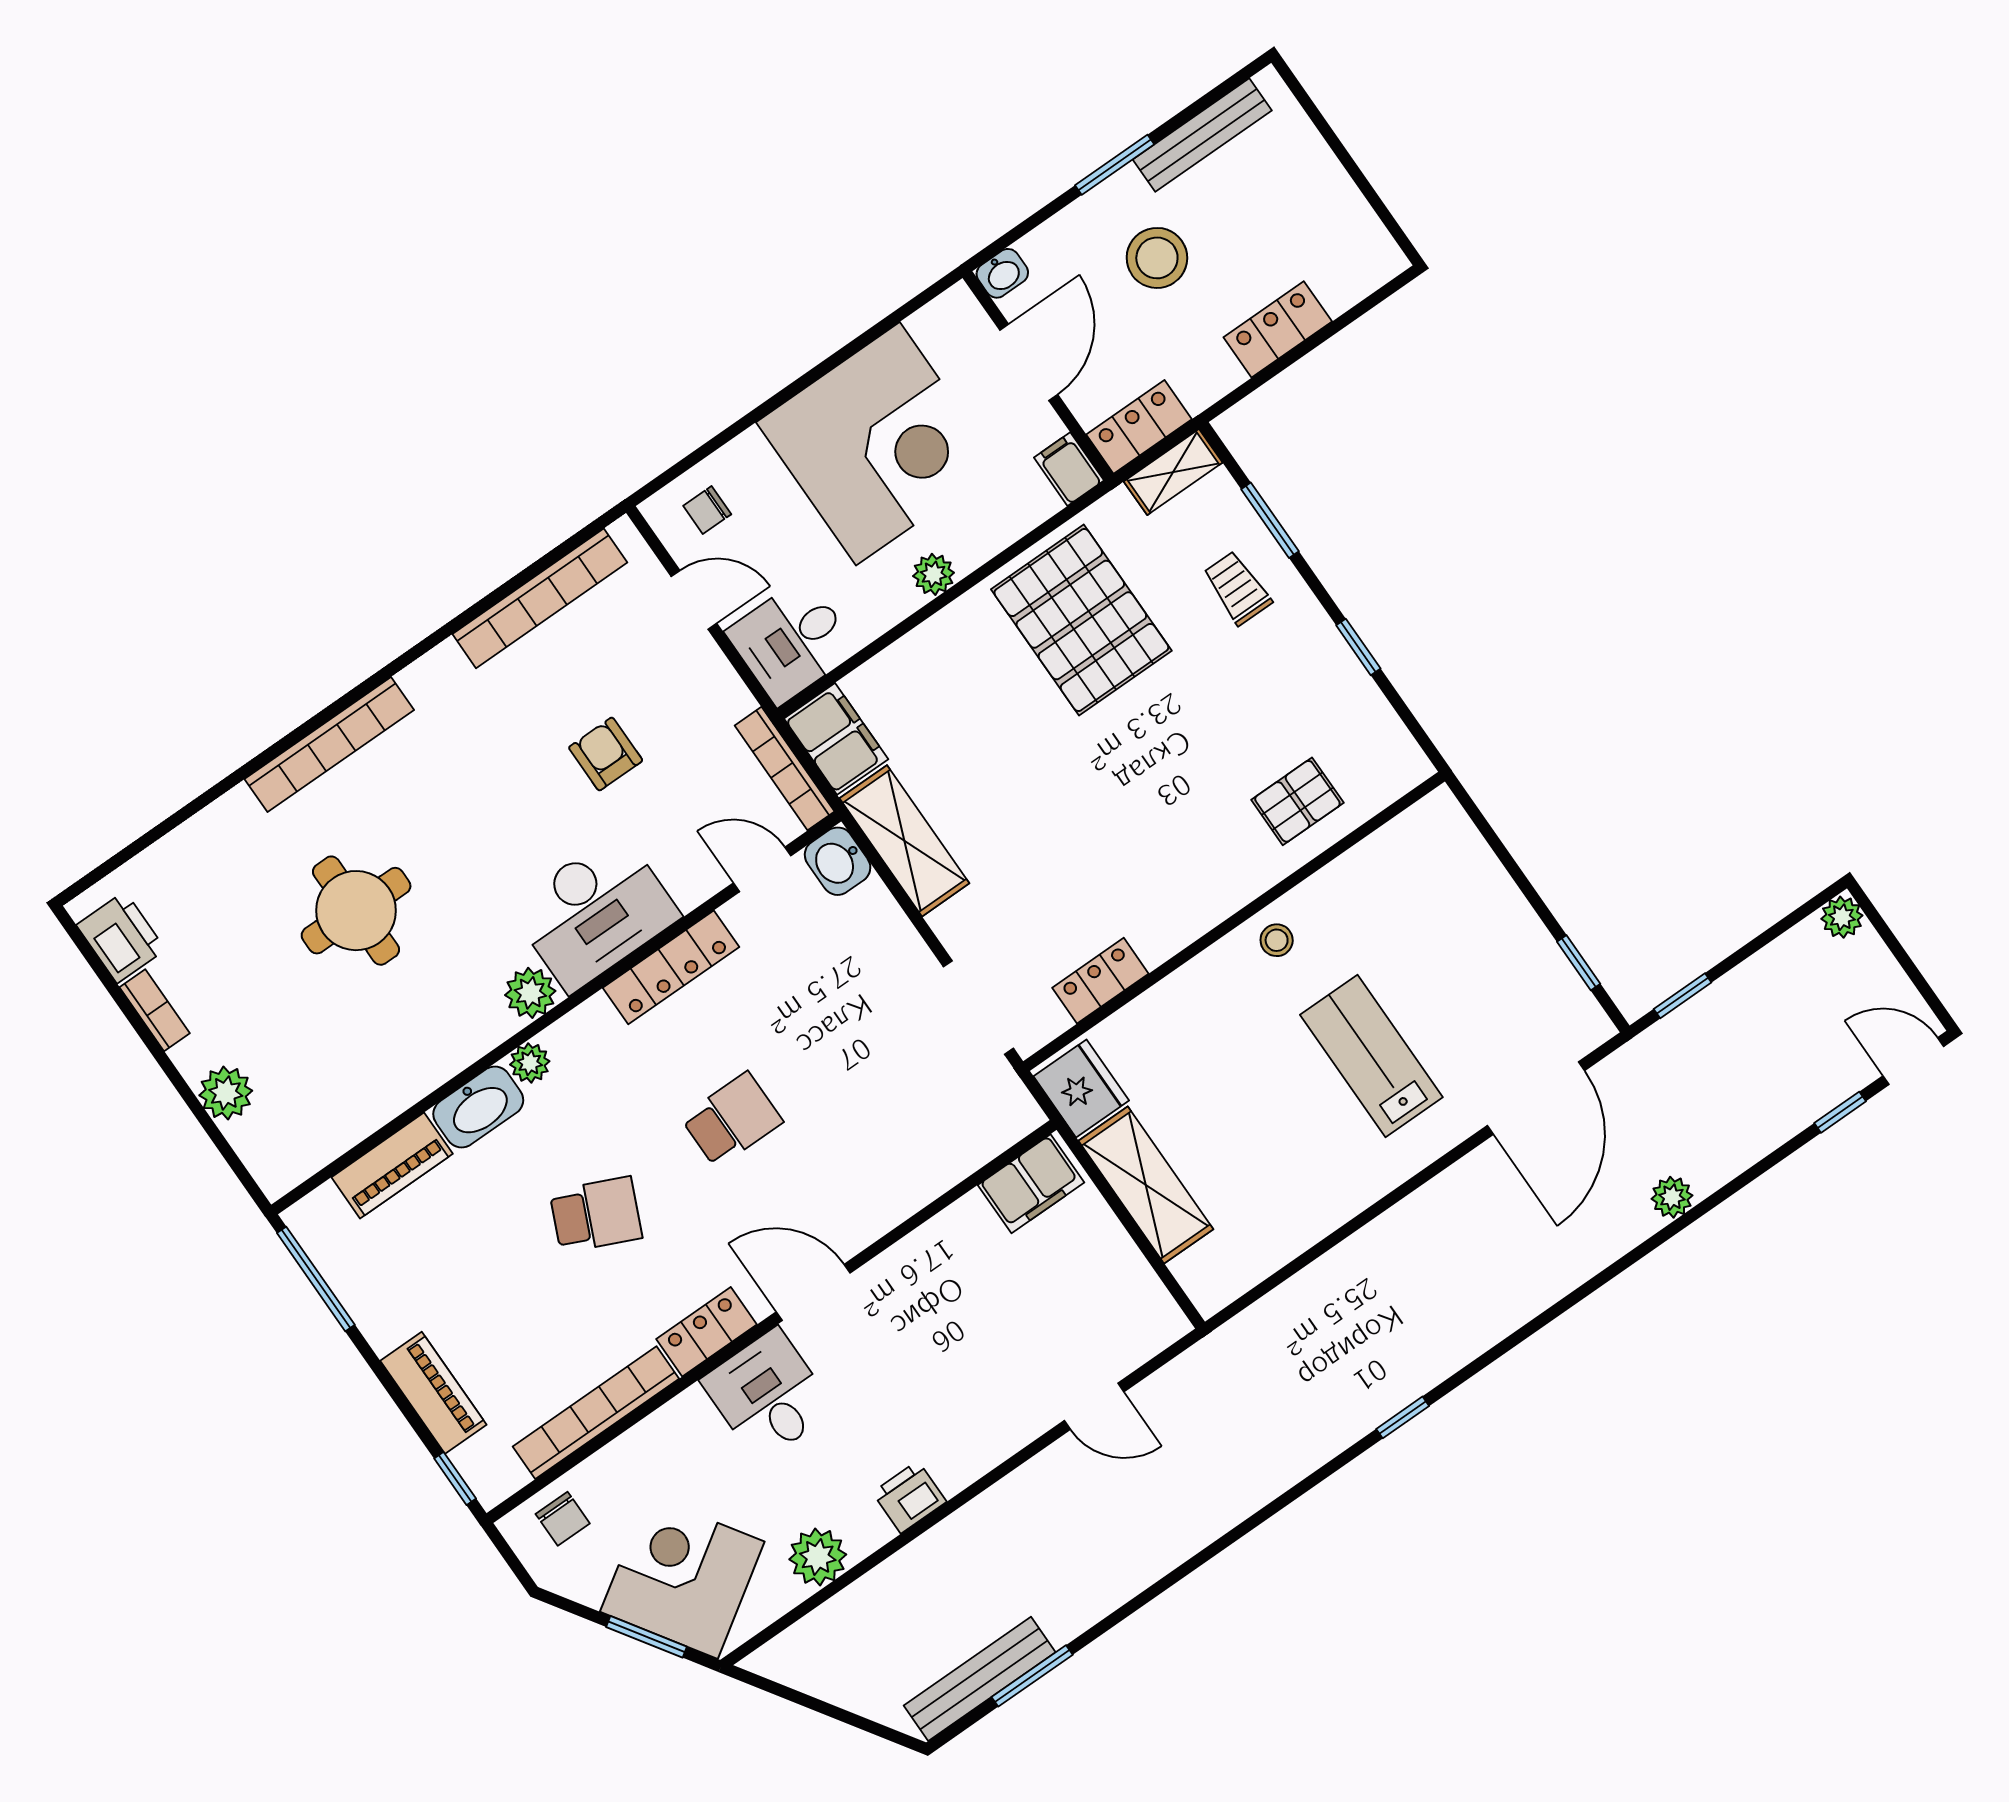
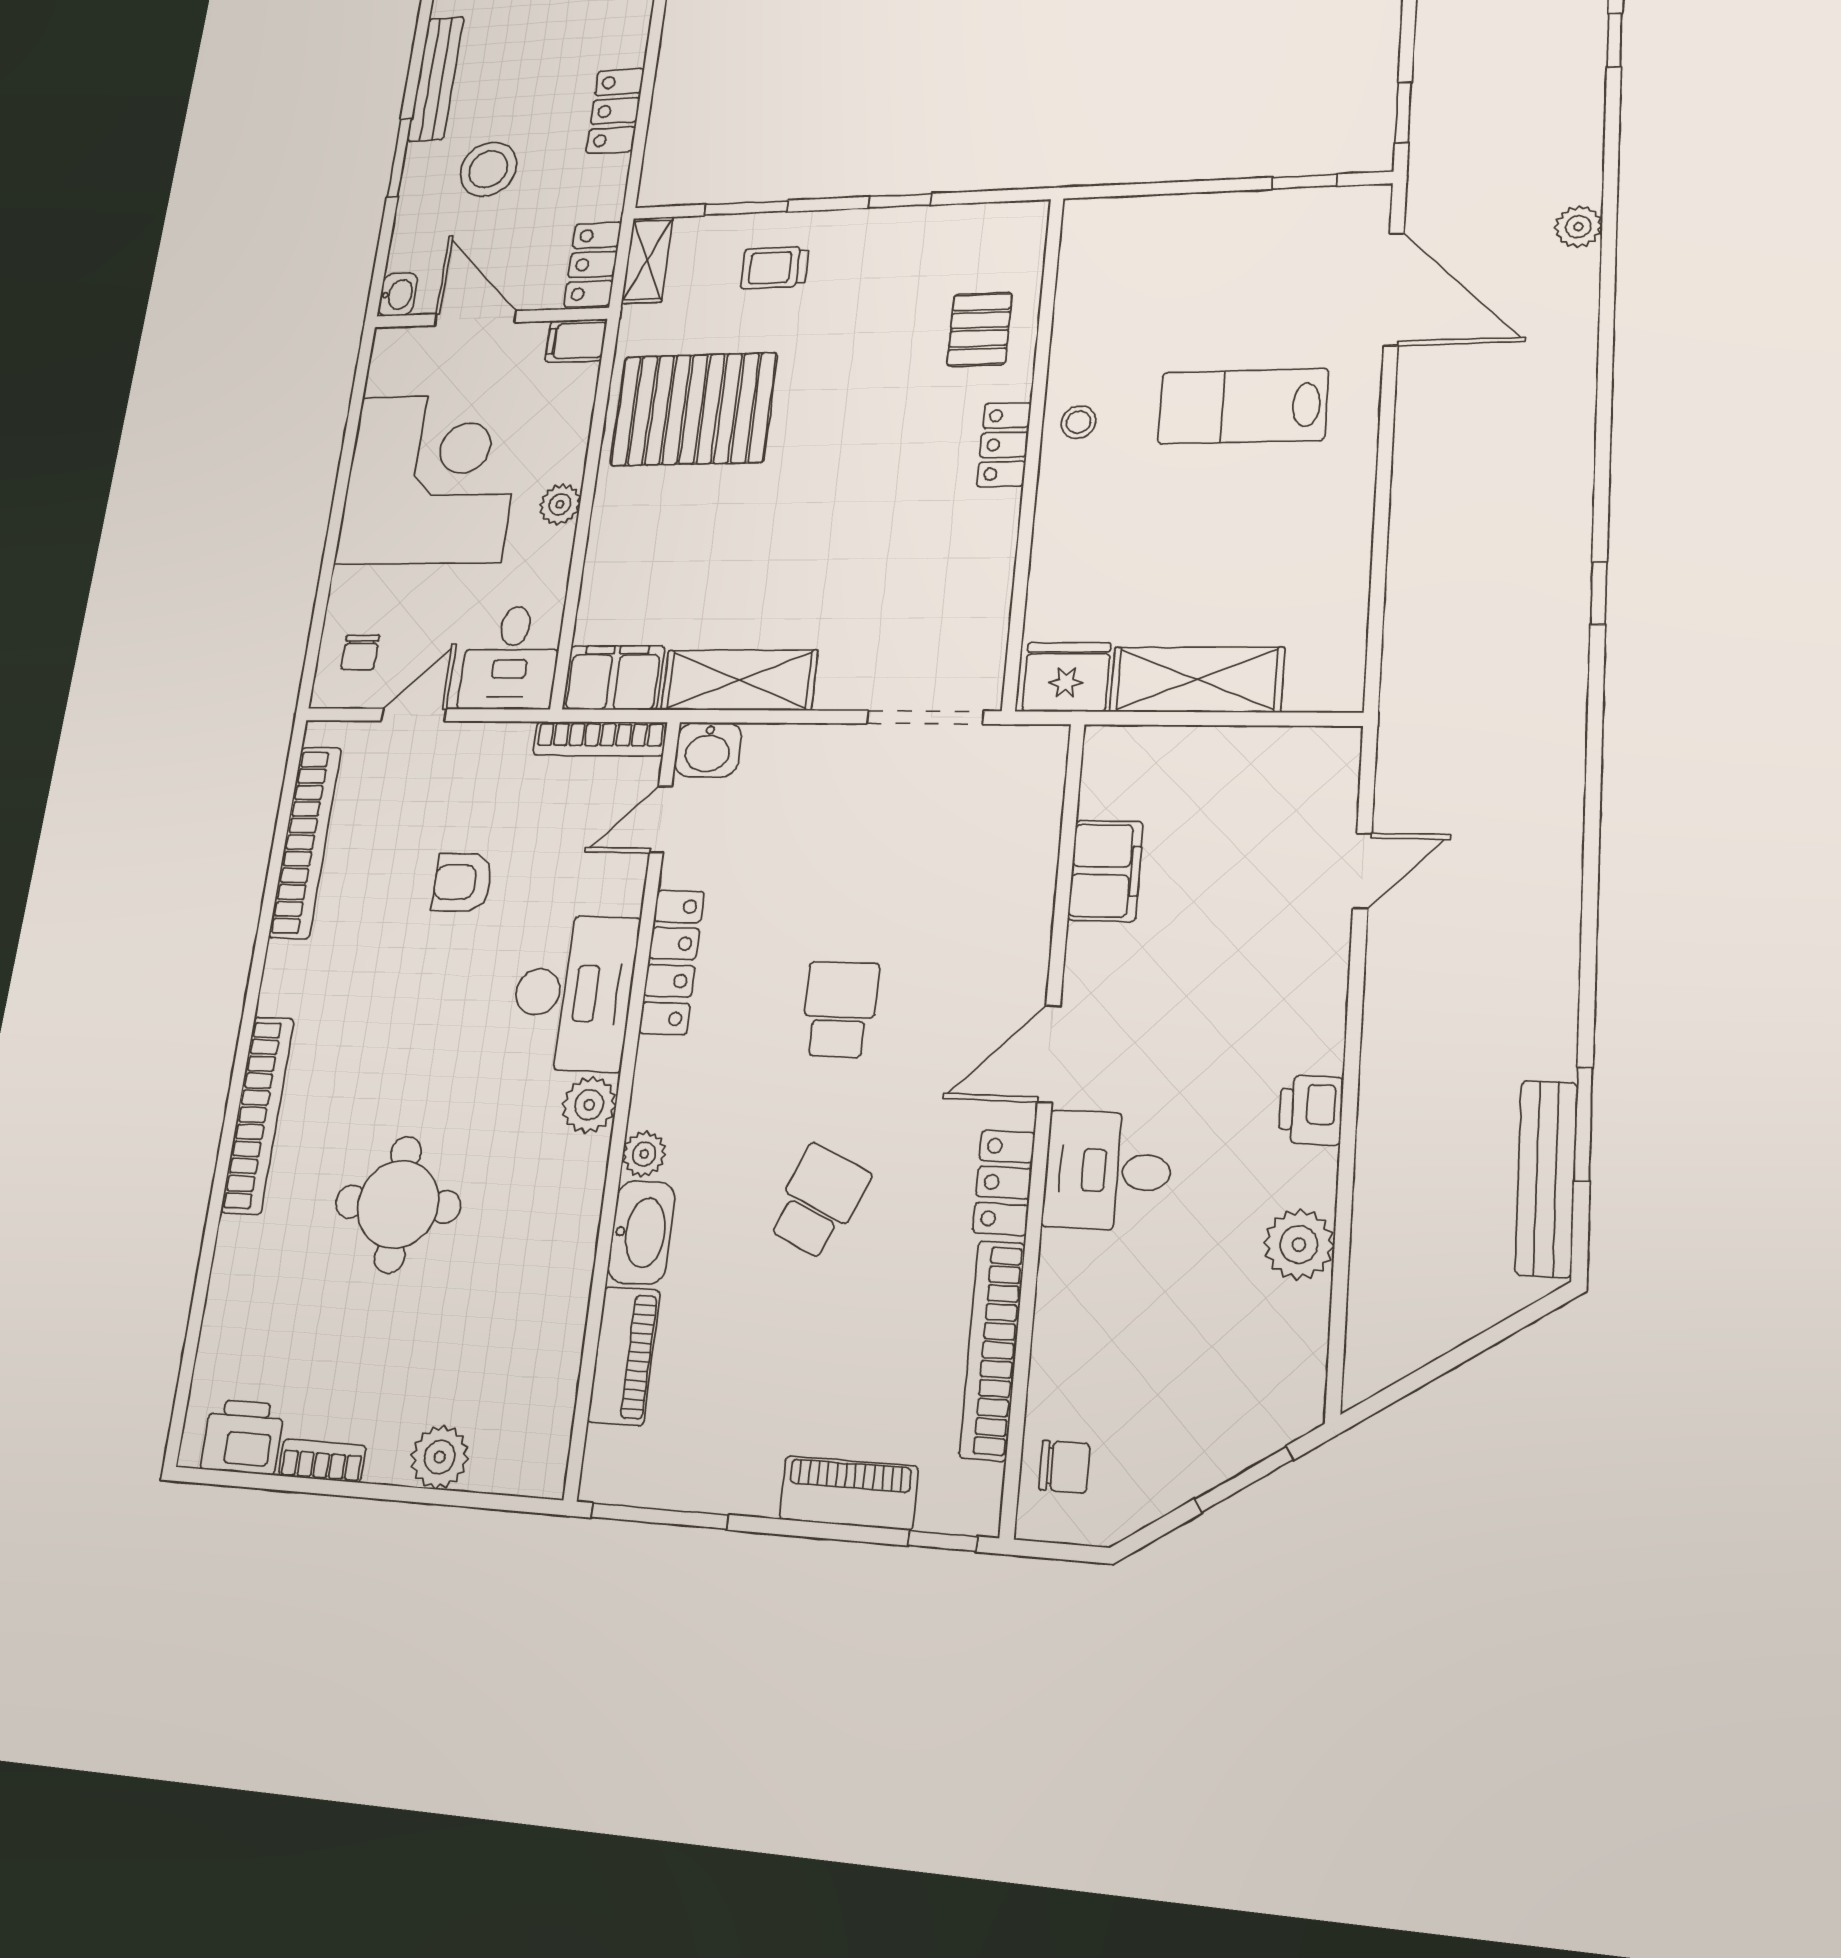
locker: (1100, 981) -> (1004, 445), moved
filing cabinet: (1031, 1184) -> (1105, 871), moved
corner desk: (682, 1577) -> (1213, 1394), removed

